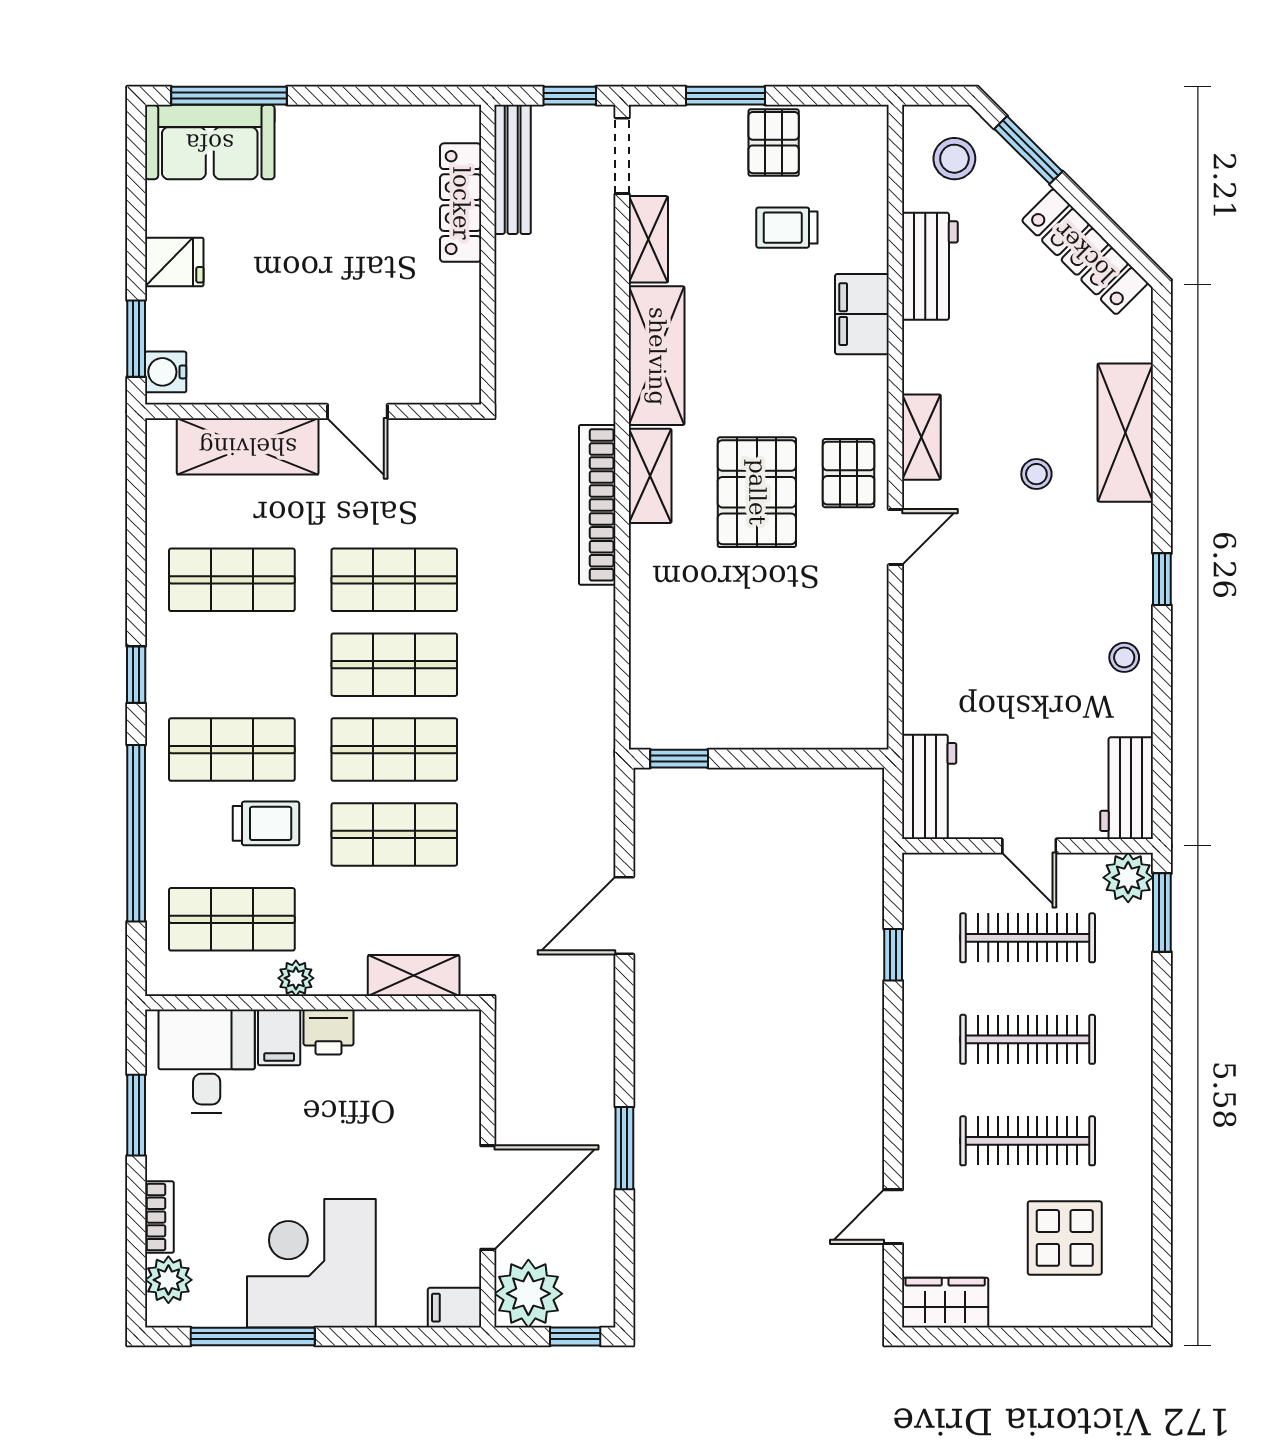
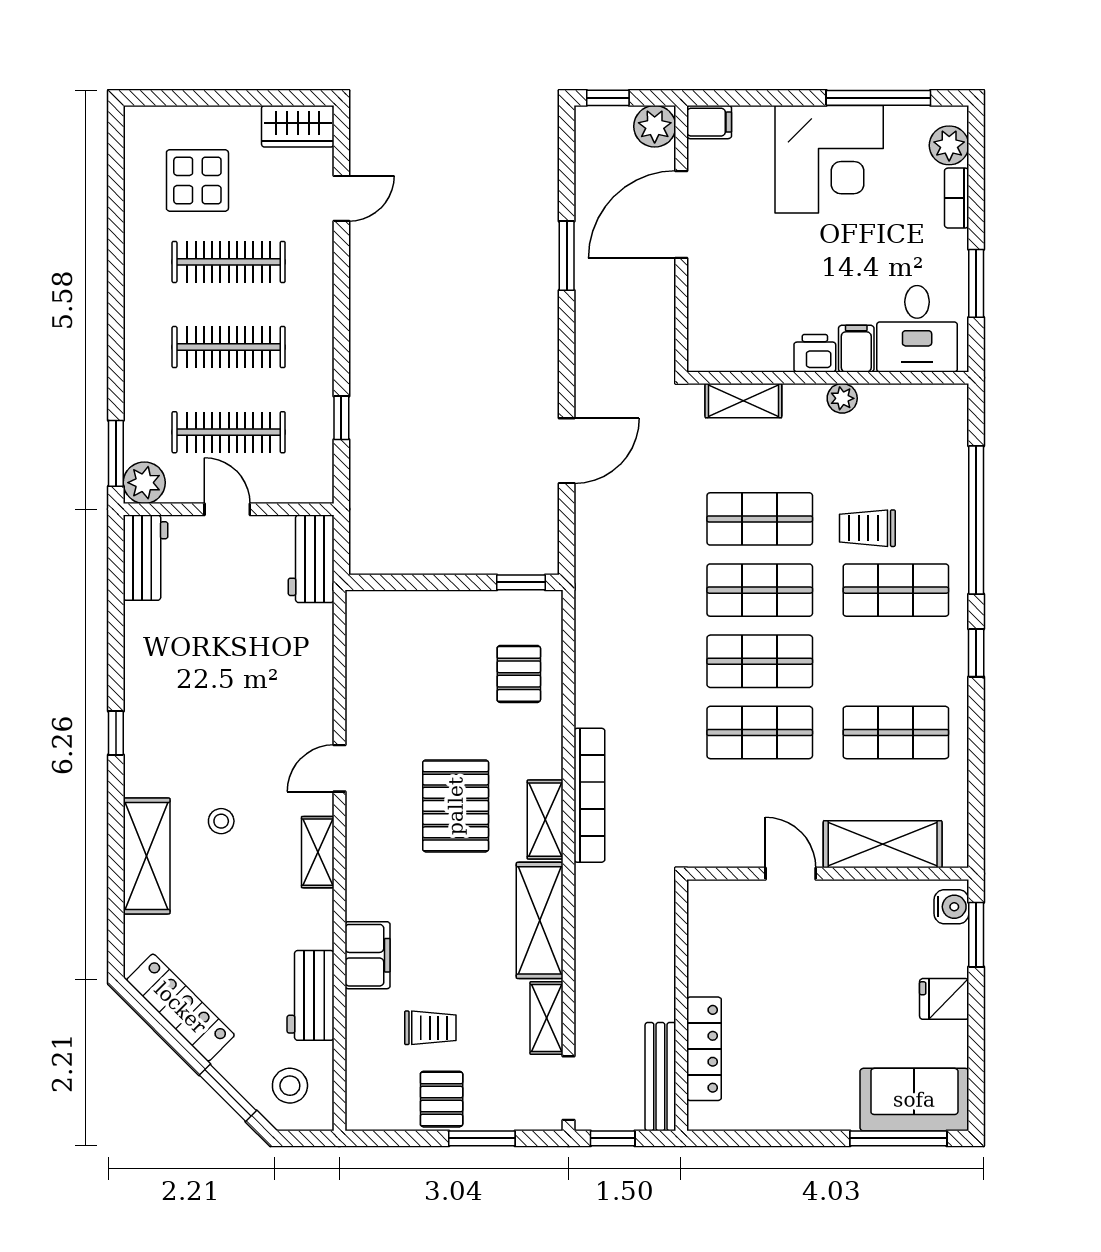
pallet: (849, 473) -> (519, 674), moved
stool: (1124, 657) -> (148, 667), removed
shop shelf: (232, 919) -> (896, 448), removed
plant: (528, 1294) -> (655, 126), width x0.73, depth x0.73

